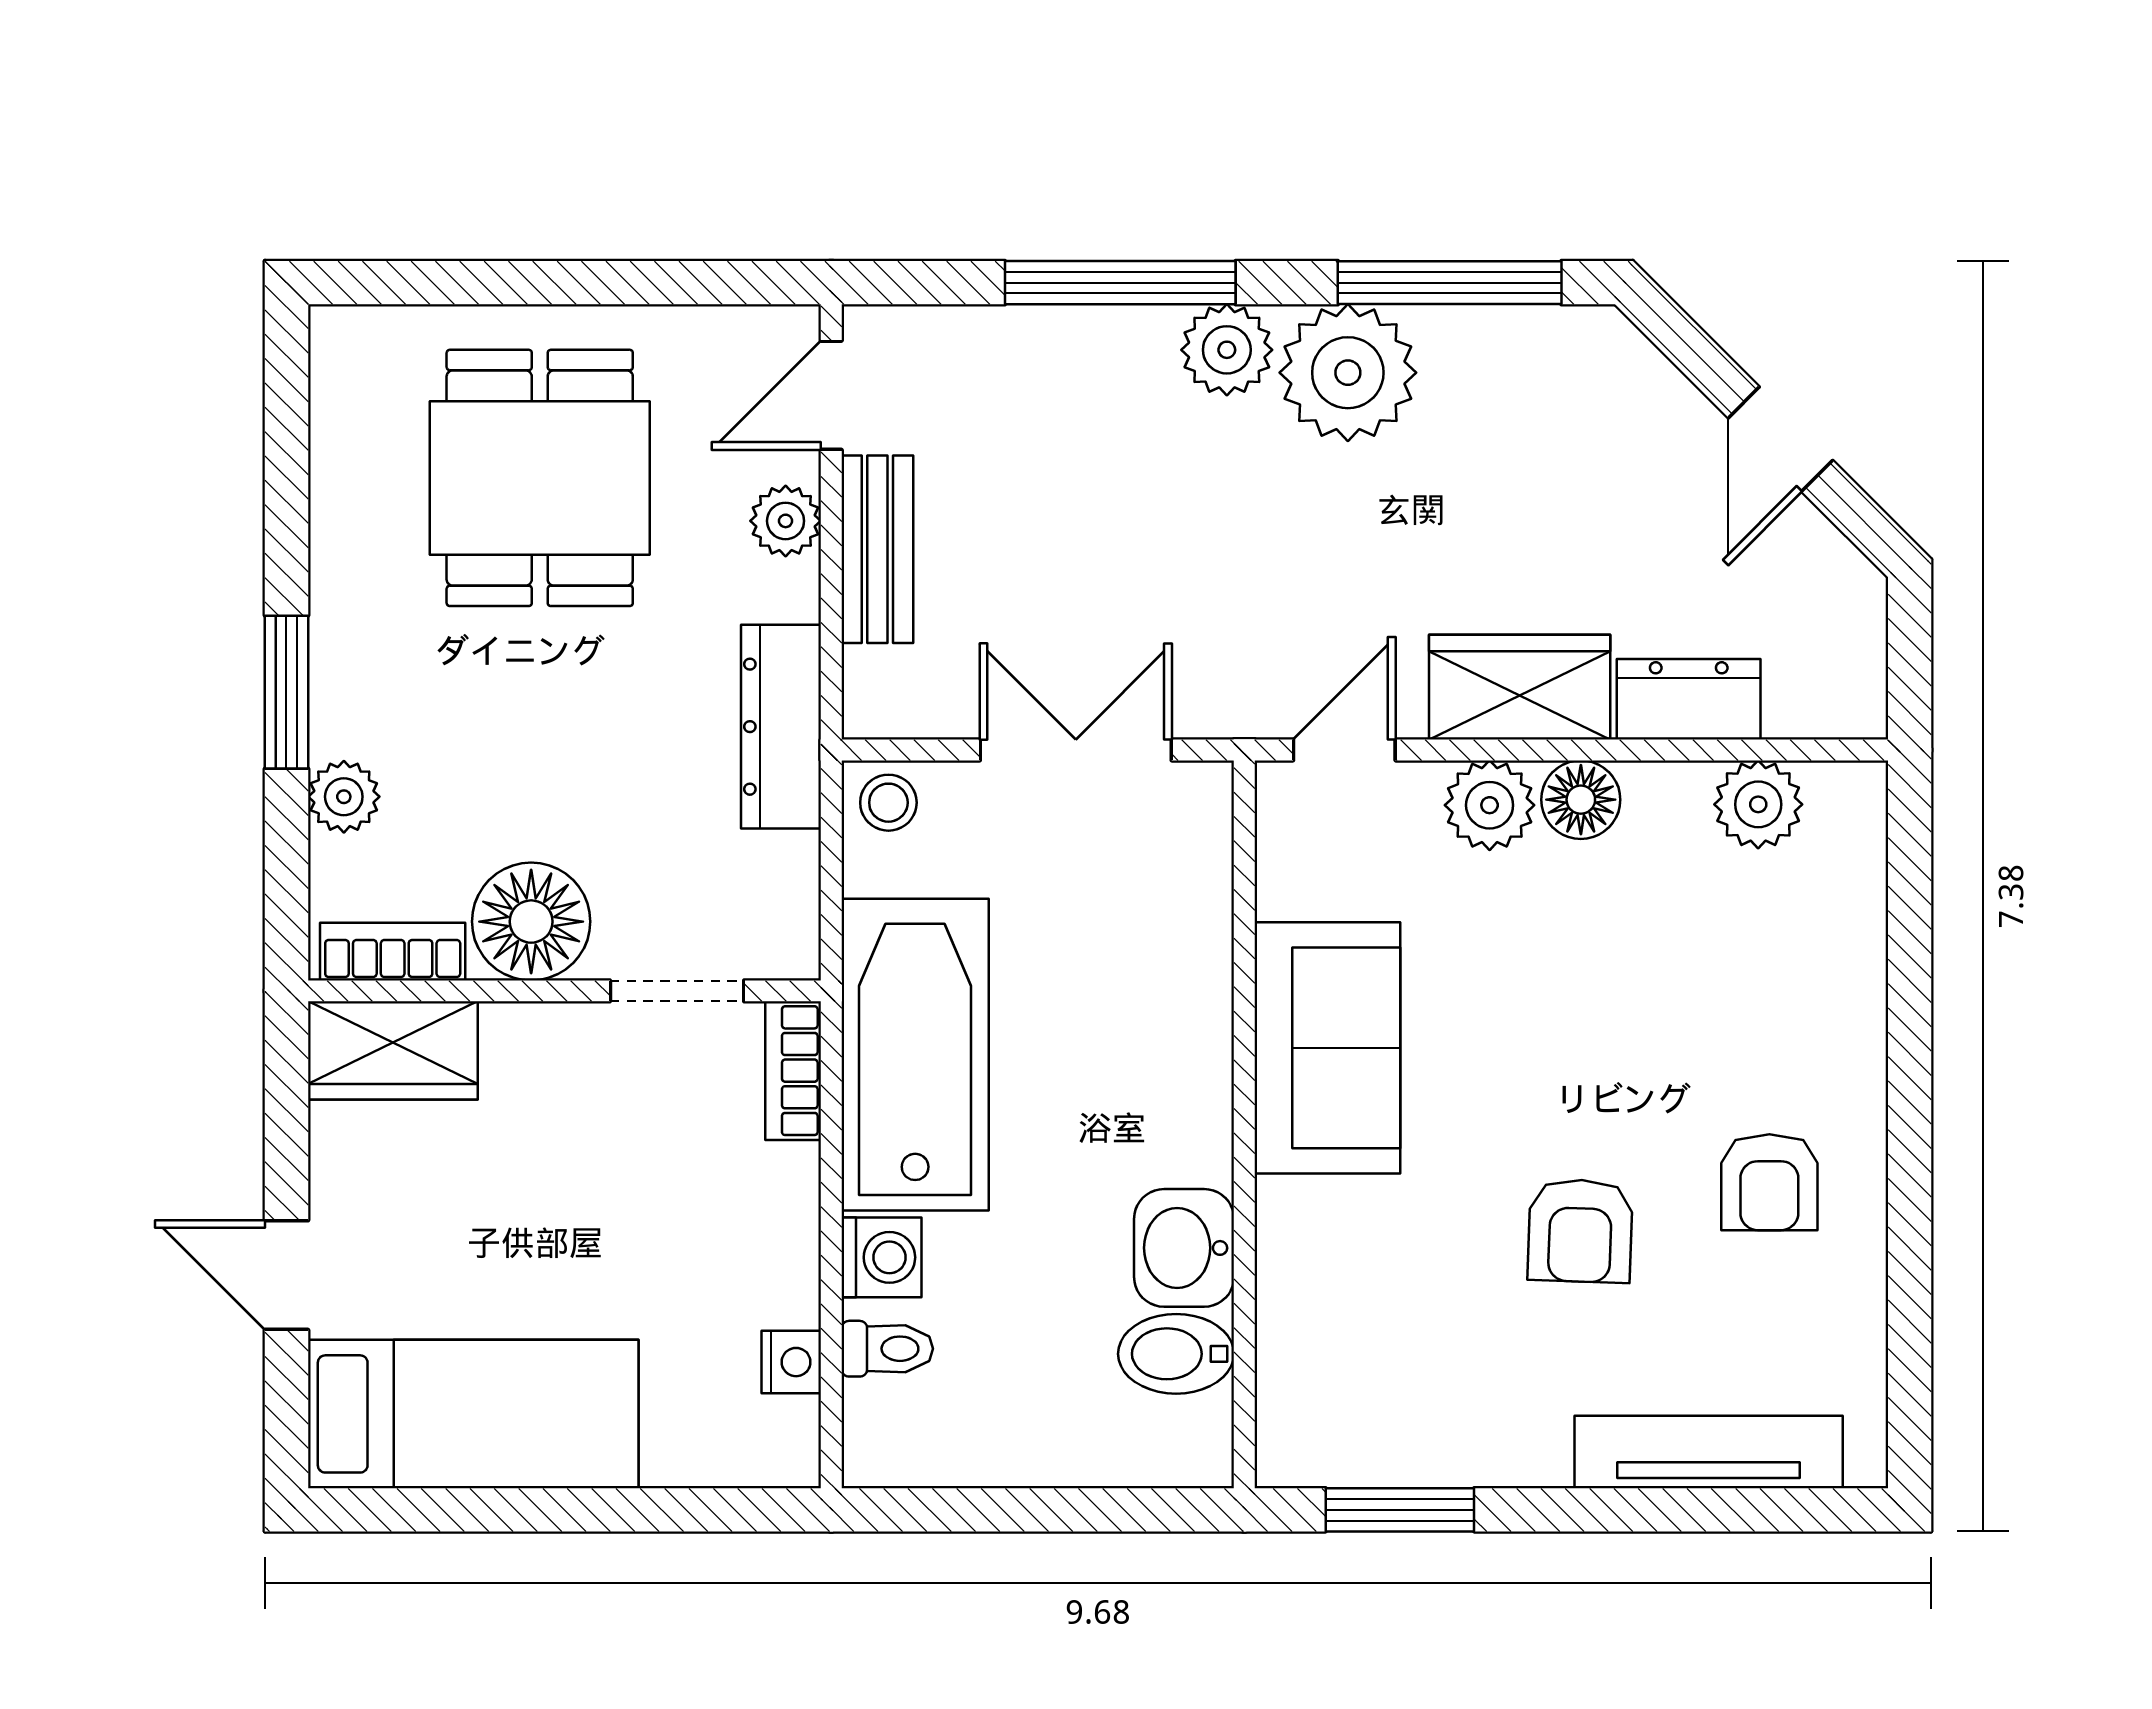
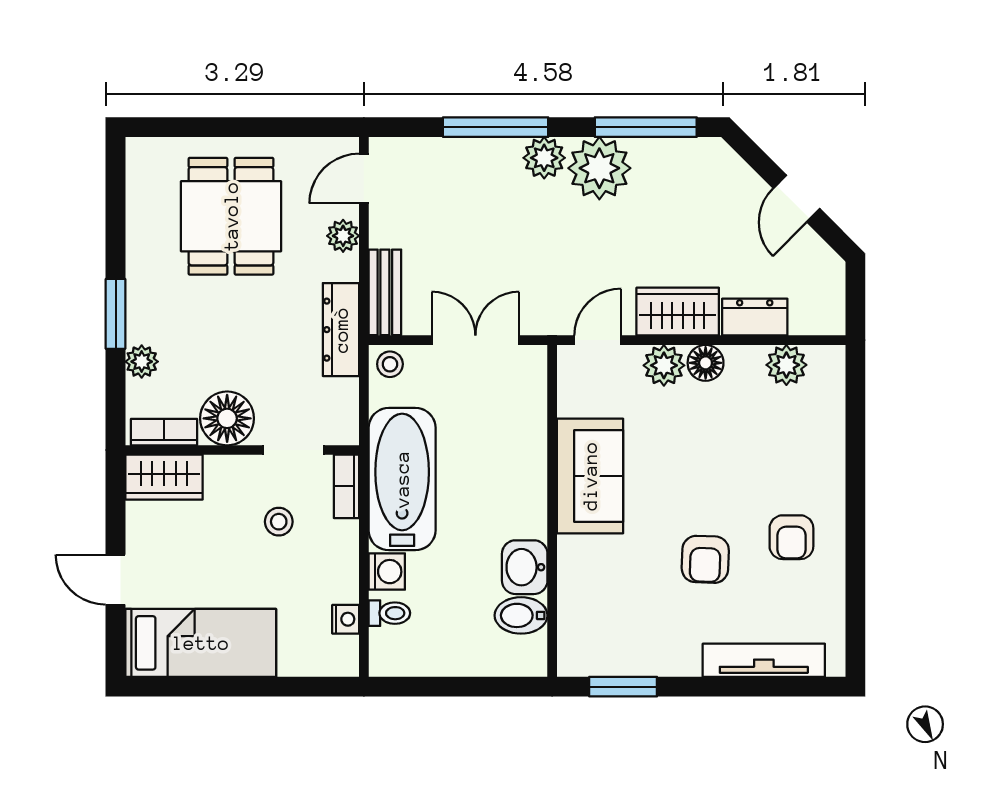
bench: (877, 549) -> (385, 292), moved
stool: (644, 1148) -> (279, 522), added

